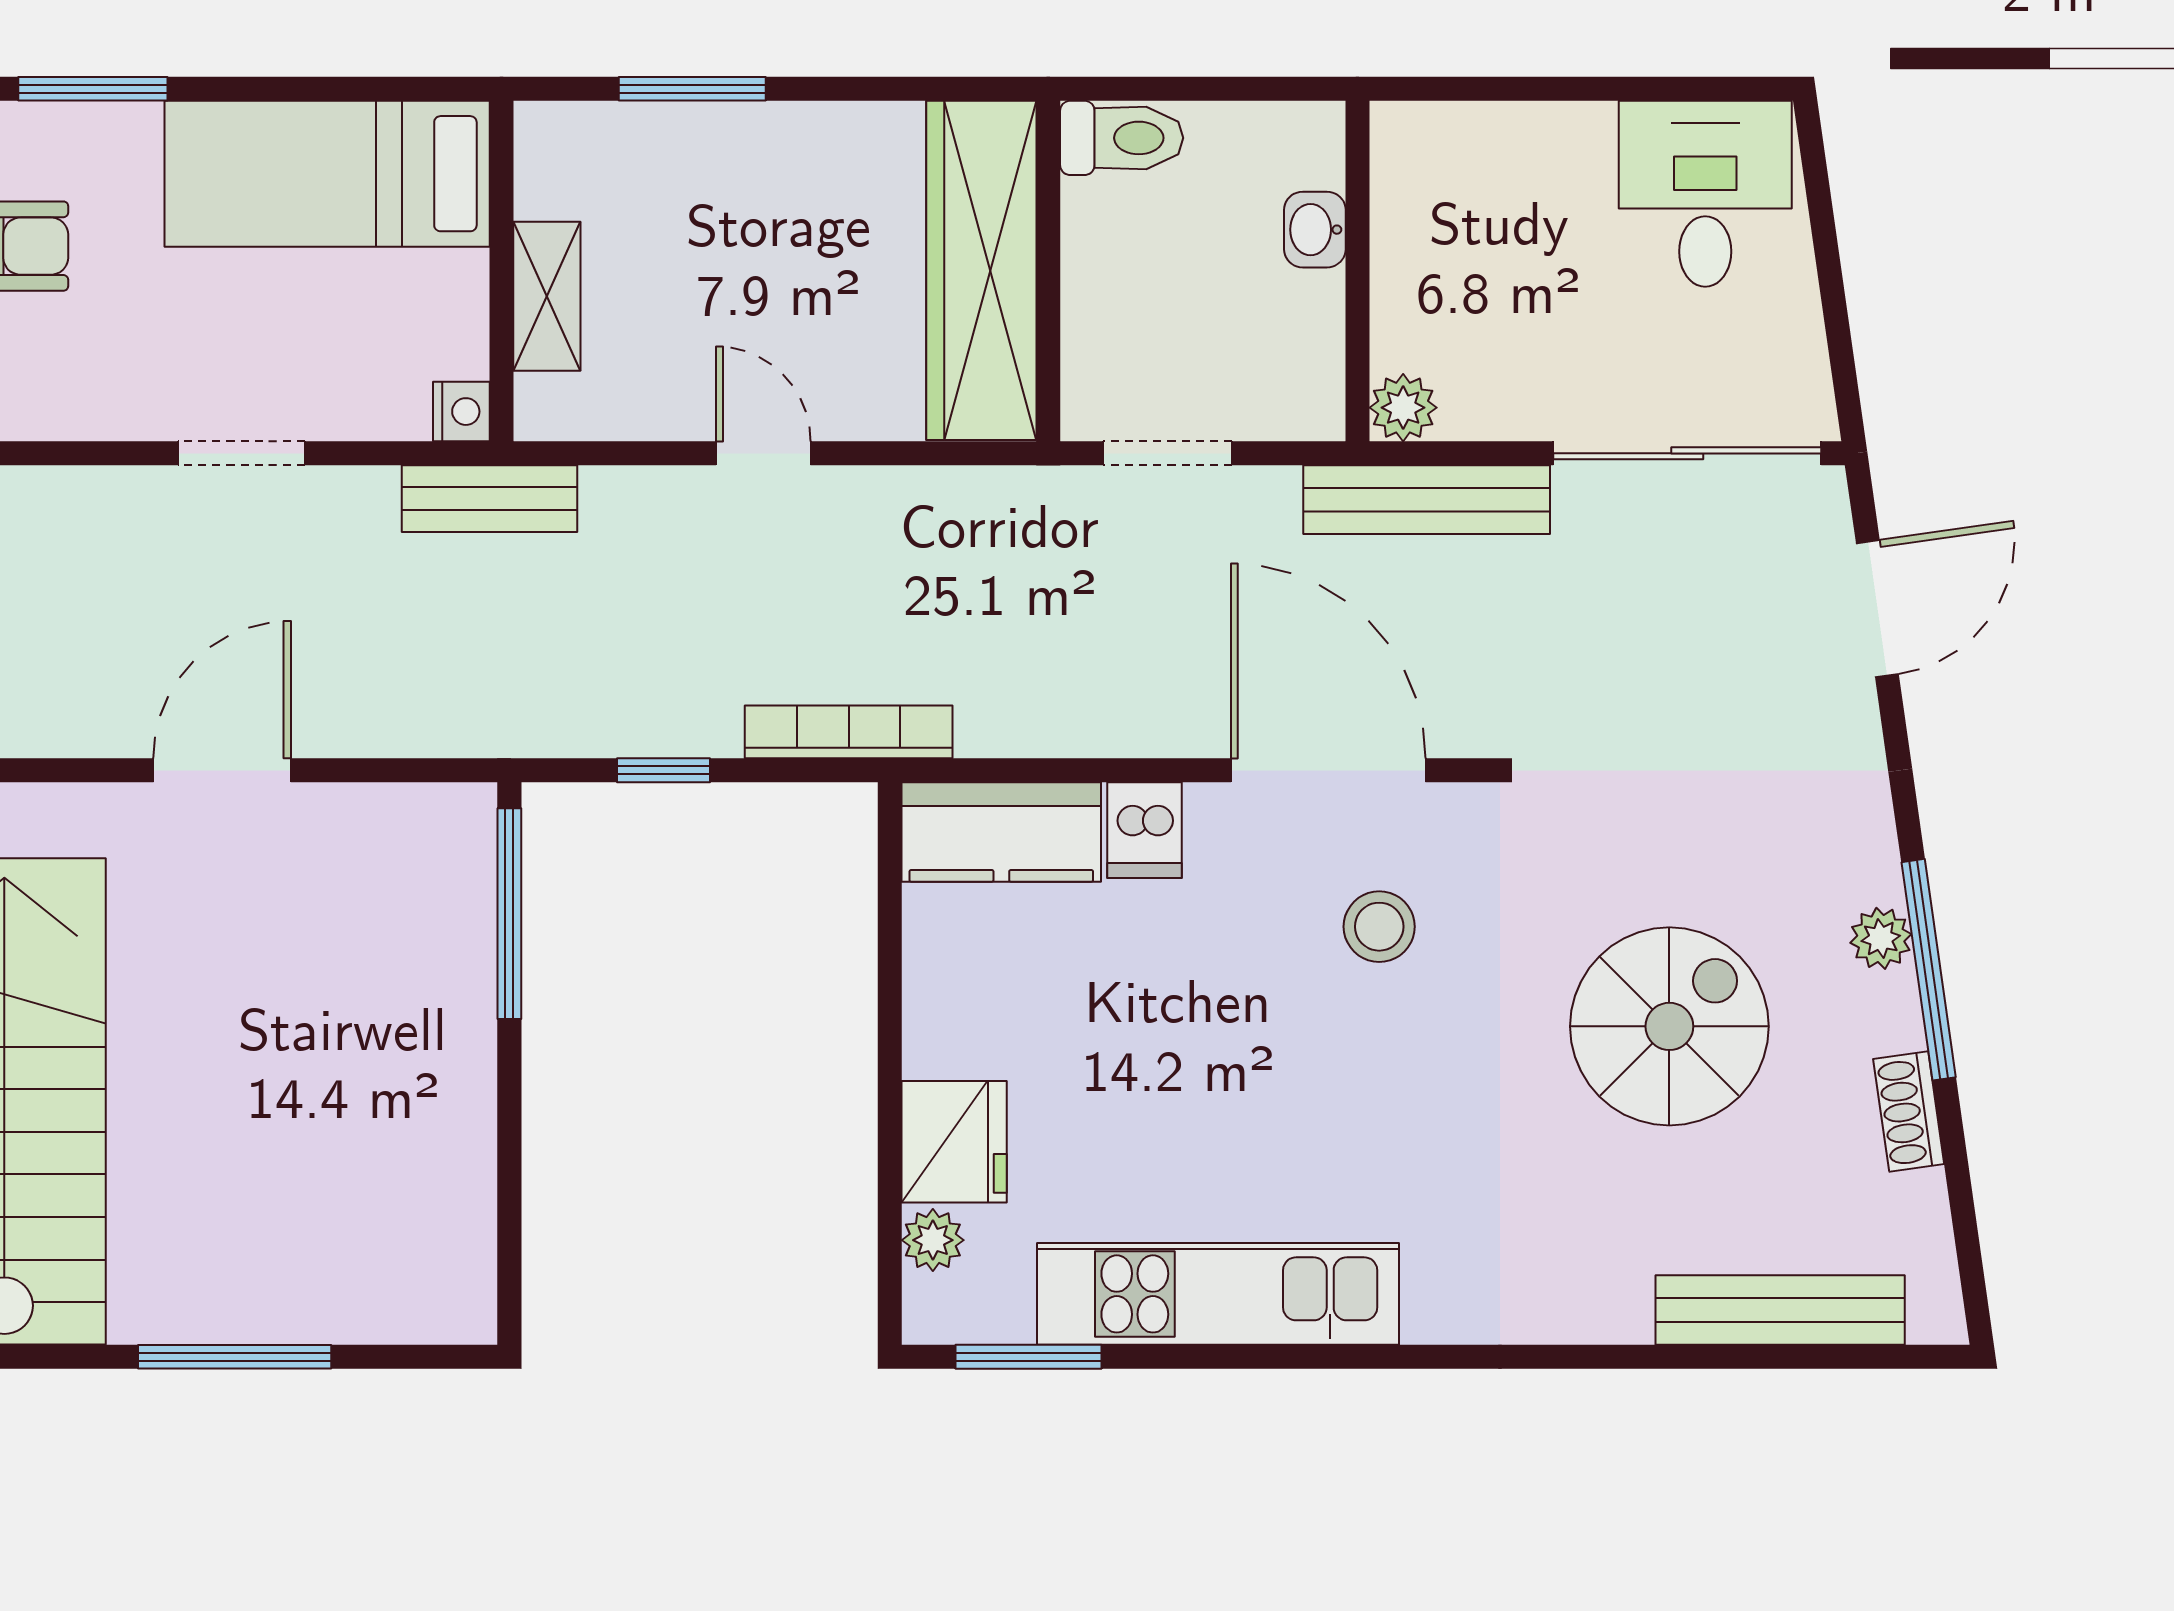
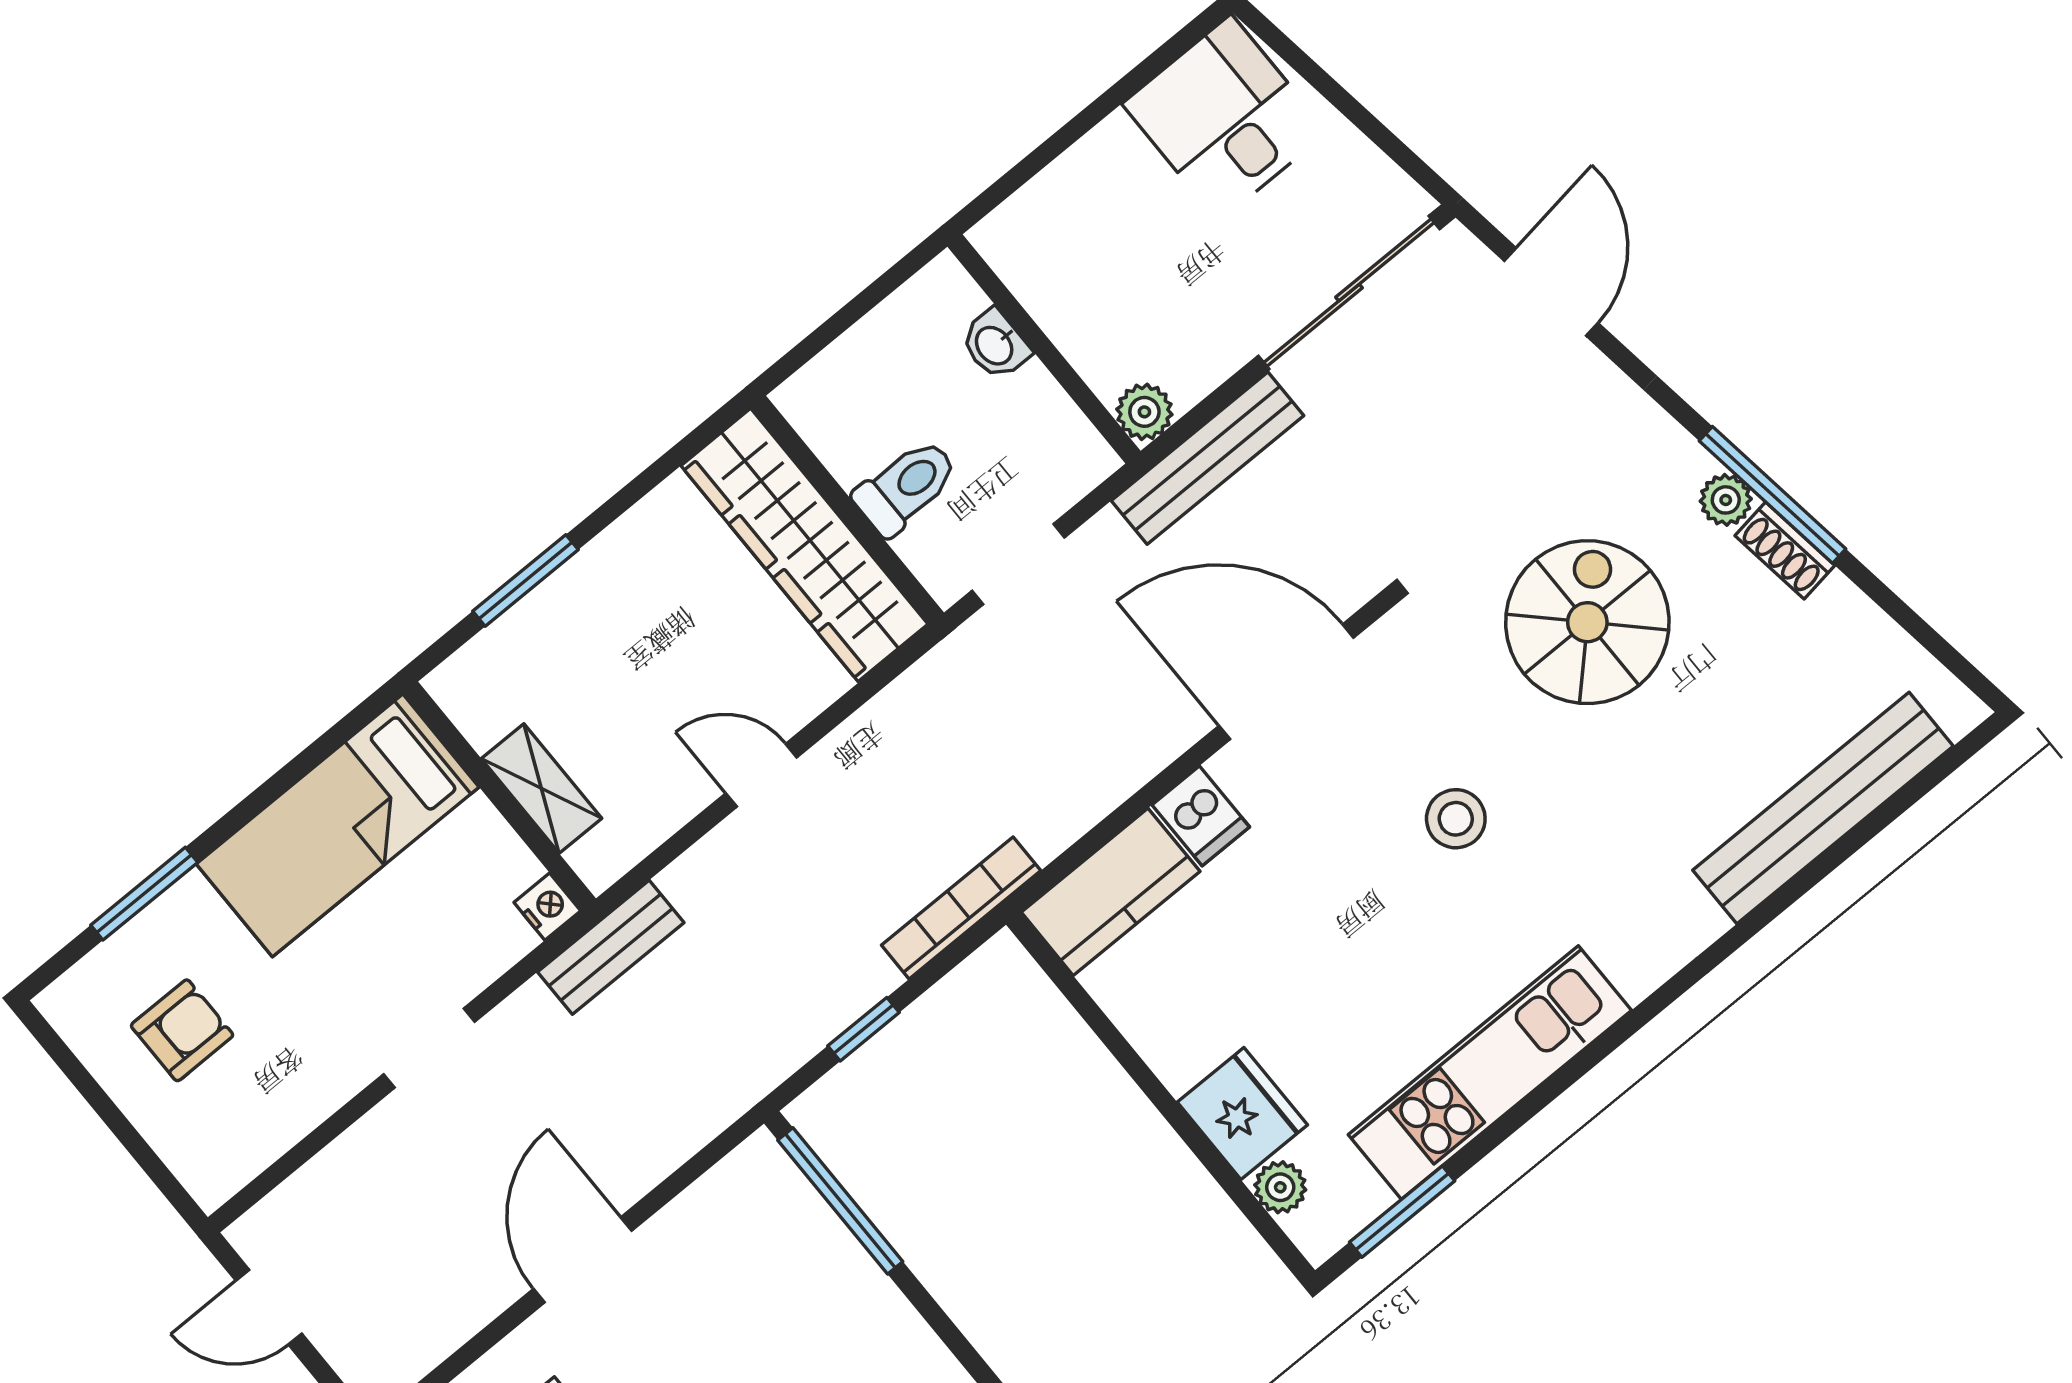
toilet: (1122, 138) -> (906, 487), moved
stool: (1379, 927) -> (1456, 819), moved
spiral stairs: (1669, 1026) -> (1587, 622), moved
shoe rack: (1909, 1112) -> (1785, 550), moved
bench: (1780, 1310) -> (1823, 808), width x1.37, depth x1.21

